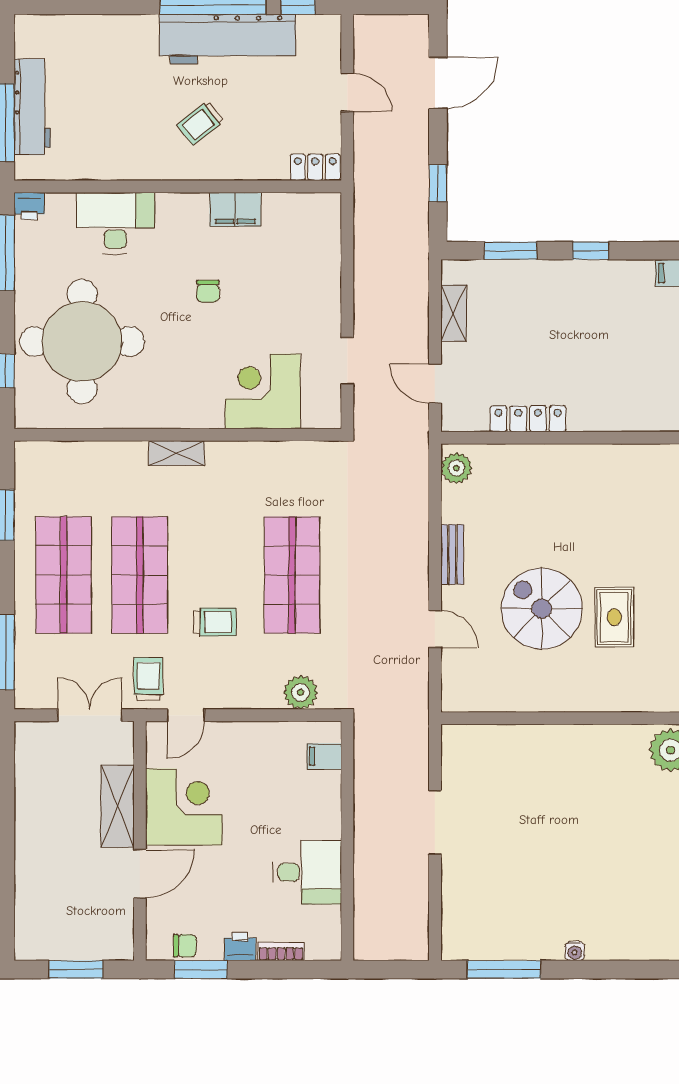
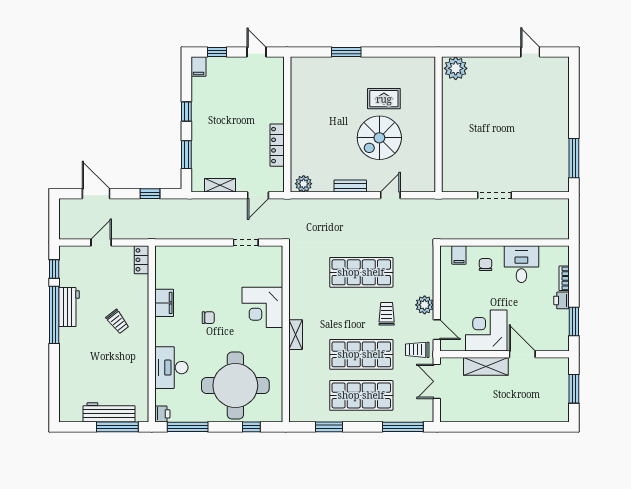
workbench: (228, 39) -> (69, 307), width x0.53, depth x0.76
corner desk: (263, 391) -> (262, 307), moved
plant: (301, 692) -> (425, 305), moved
chair: (185, 946) -> (486, 265), moved
water cooler: (575, 951) -> (564, 120), removed

